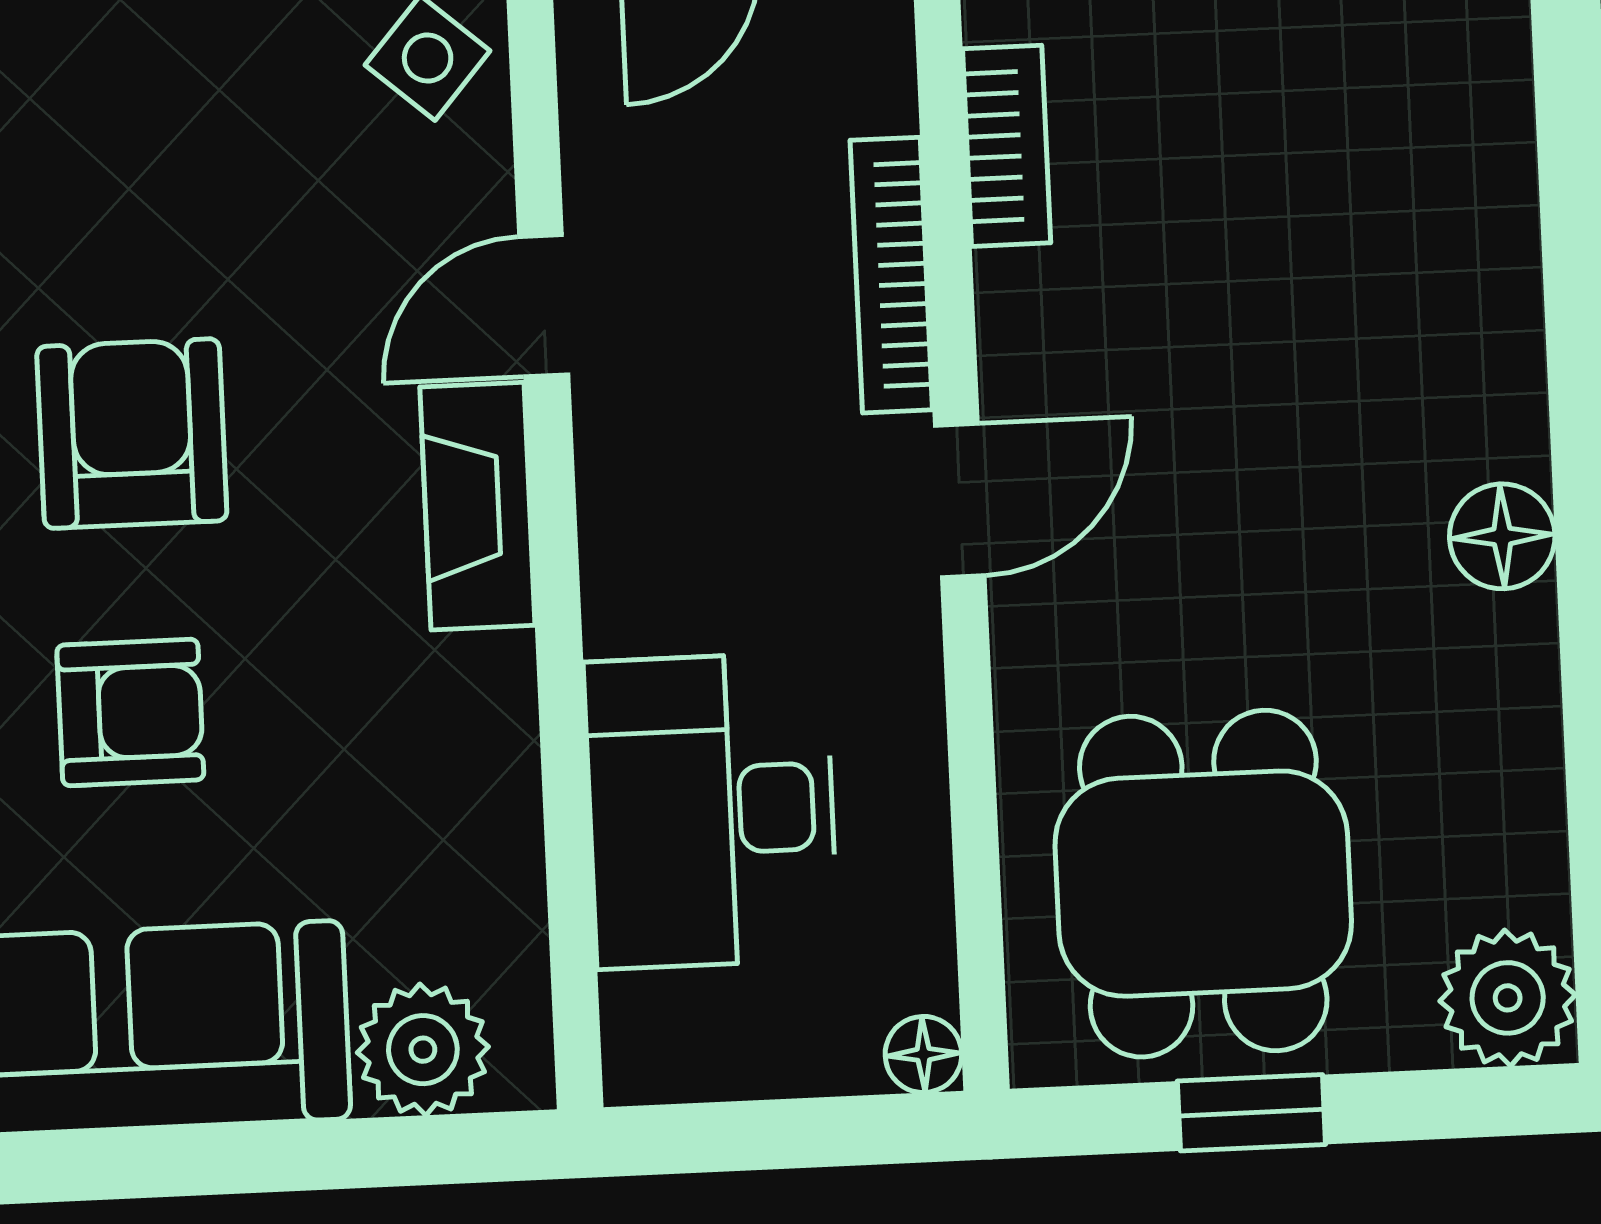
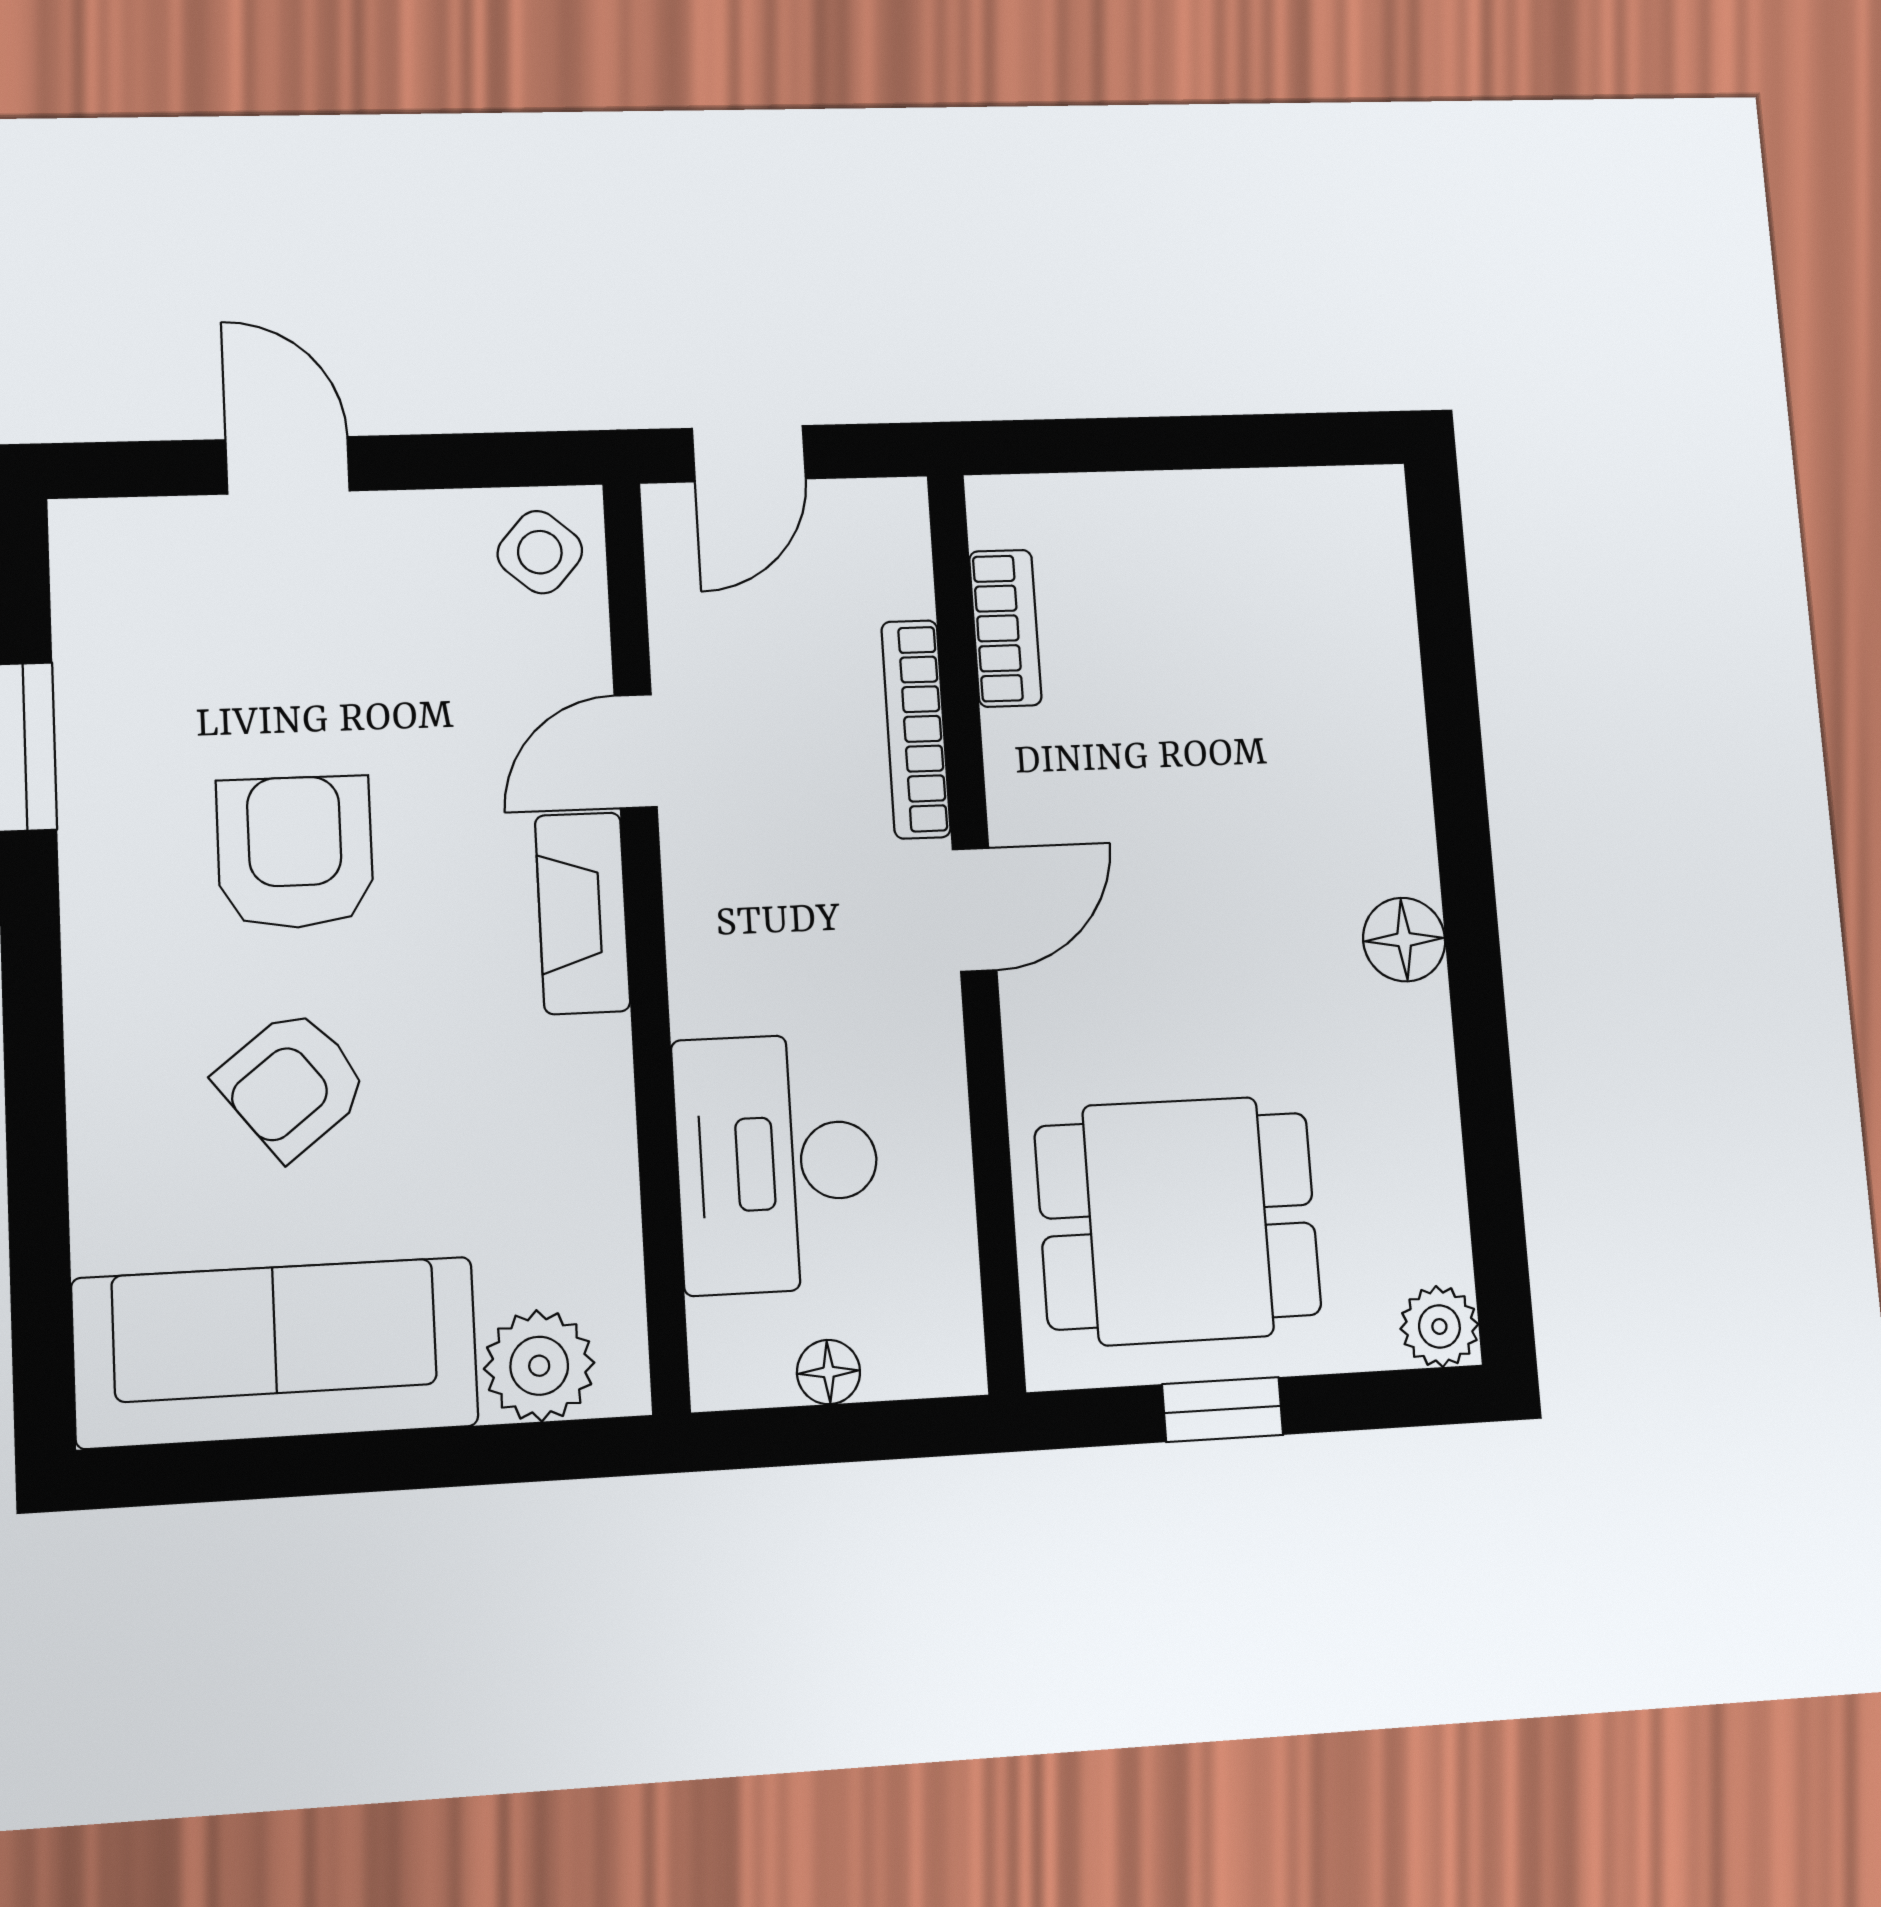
armchair: (130, 712) -> (292, 1083), turned 142
dining table: (1203, 884) -> (1178, 1221), turned 90
plant: (1508, 998) -> (1439, 1326), width x0.73, depth x0.73
floor lamp: (923, 1054) -> (829, 1372), moved

